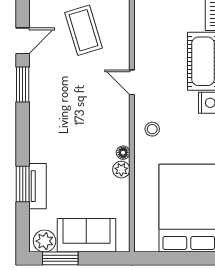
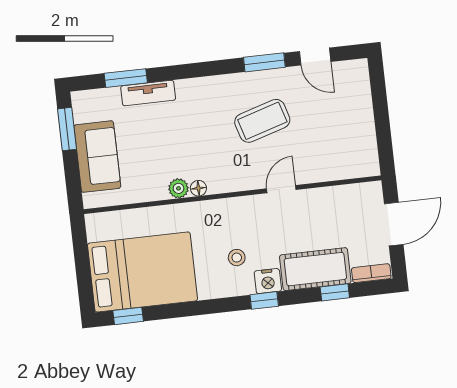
coffee table: (84, 30) -> (262, 121), moved
stool: (152, 129) -> (237, 258), moved
window: (23, 184) -> (126, 78), moved
plant: (45, 241) -> (85, 108), removed

